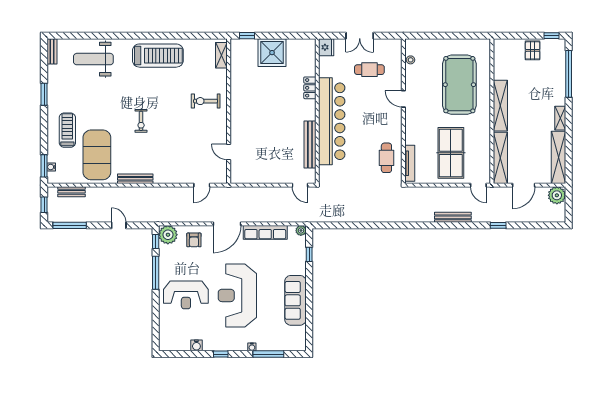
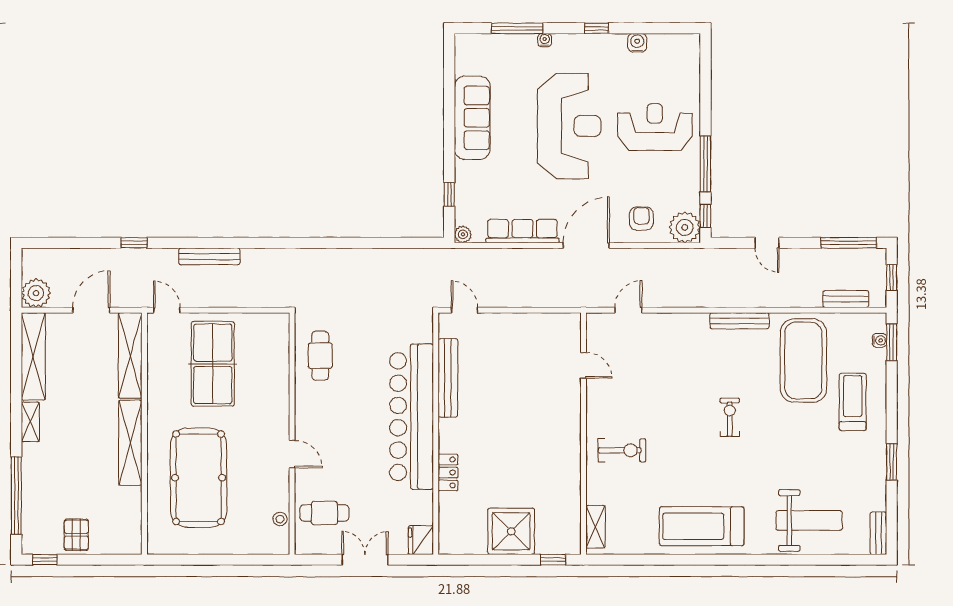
cafe table: (369, 70) -> (324, 513), moved
treadmill: (67, 130) -> (853, 402), turned 180
tv unit: (410, 163) -> (281, 347), removed

